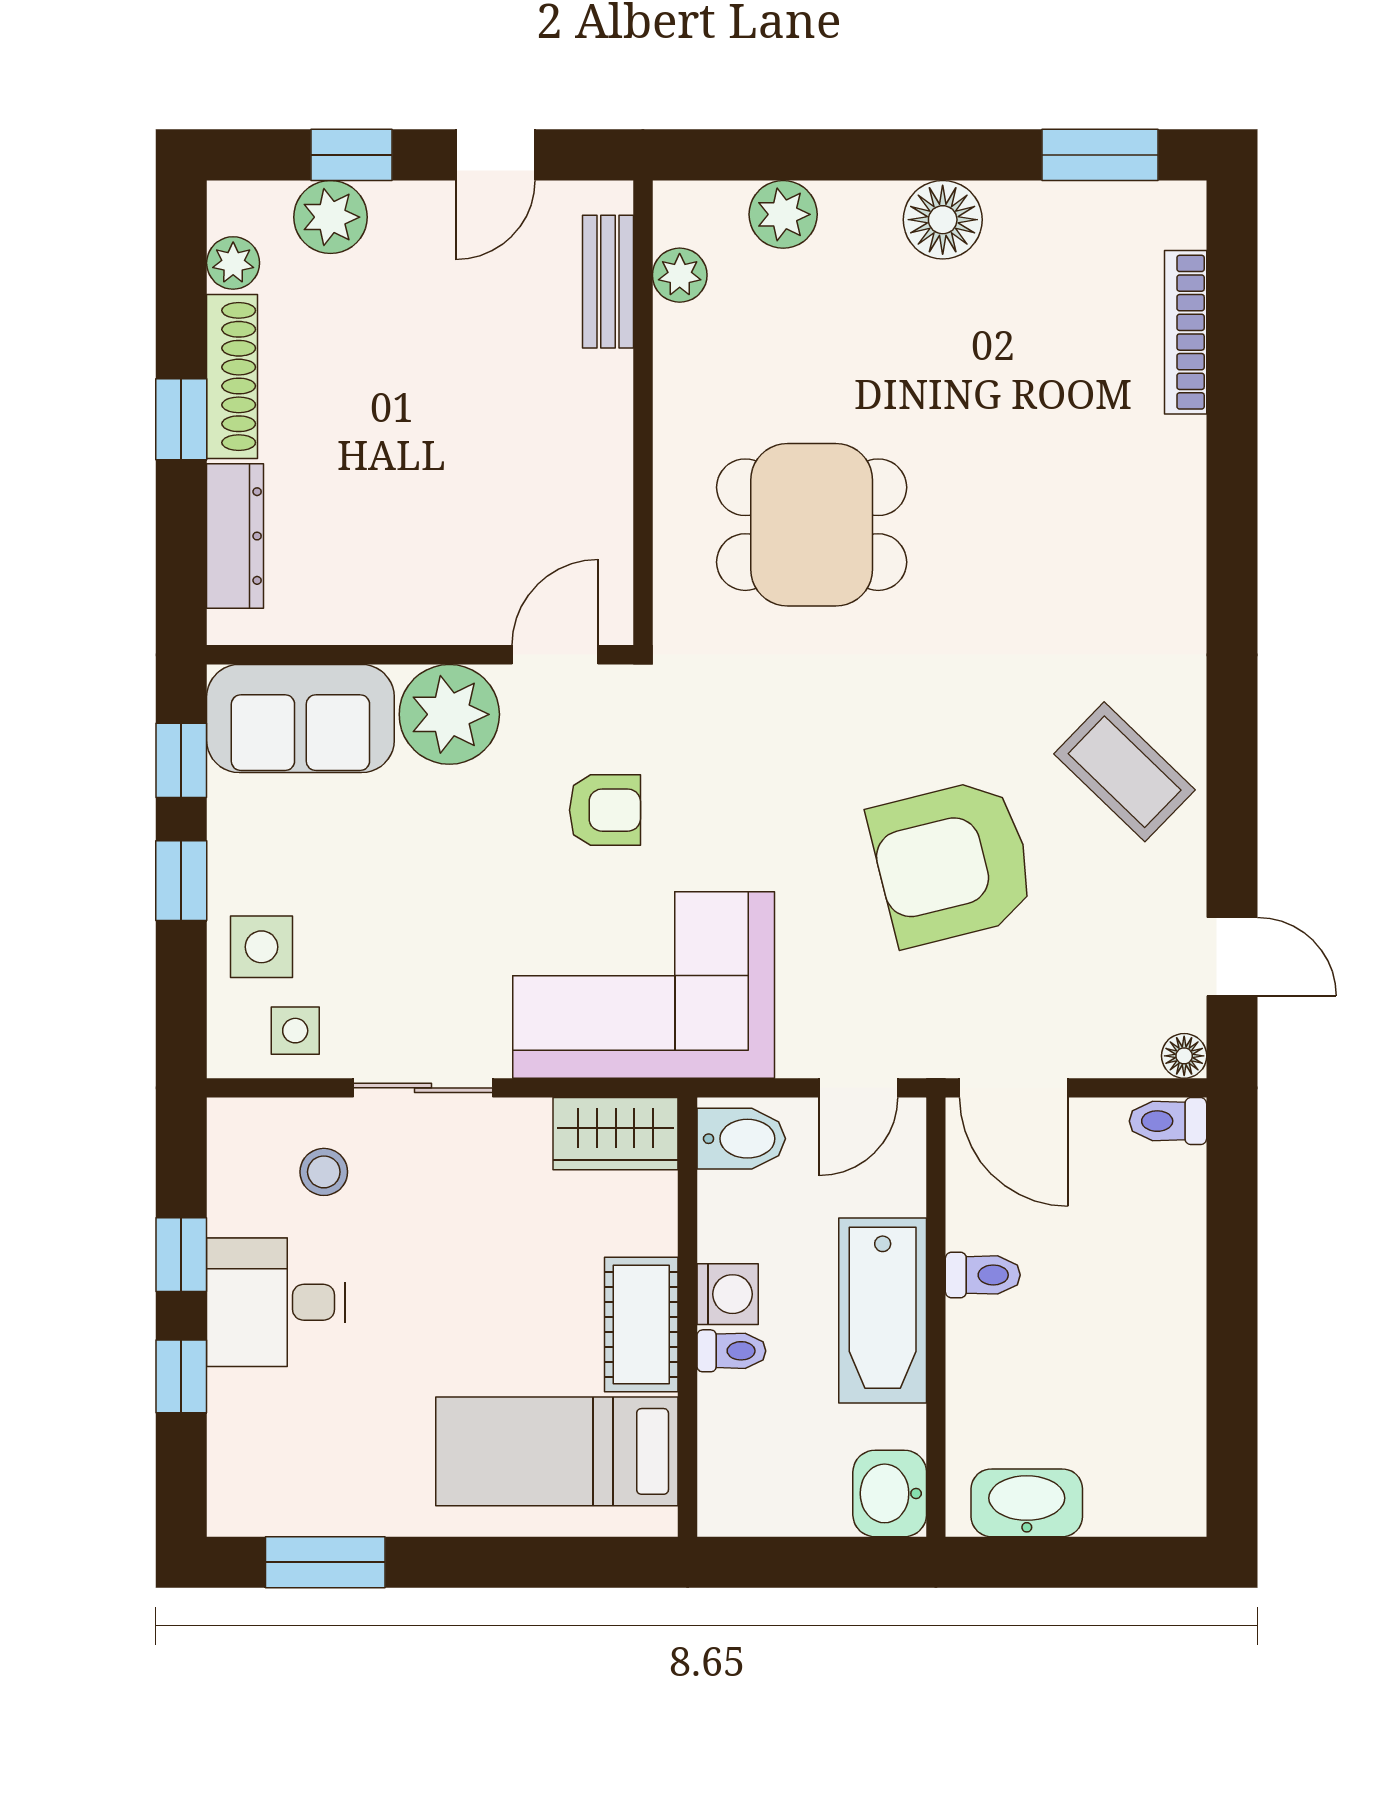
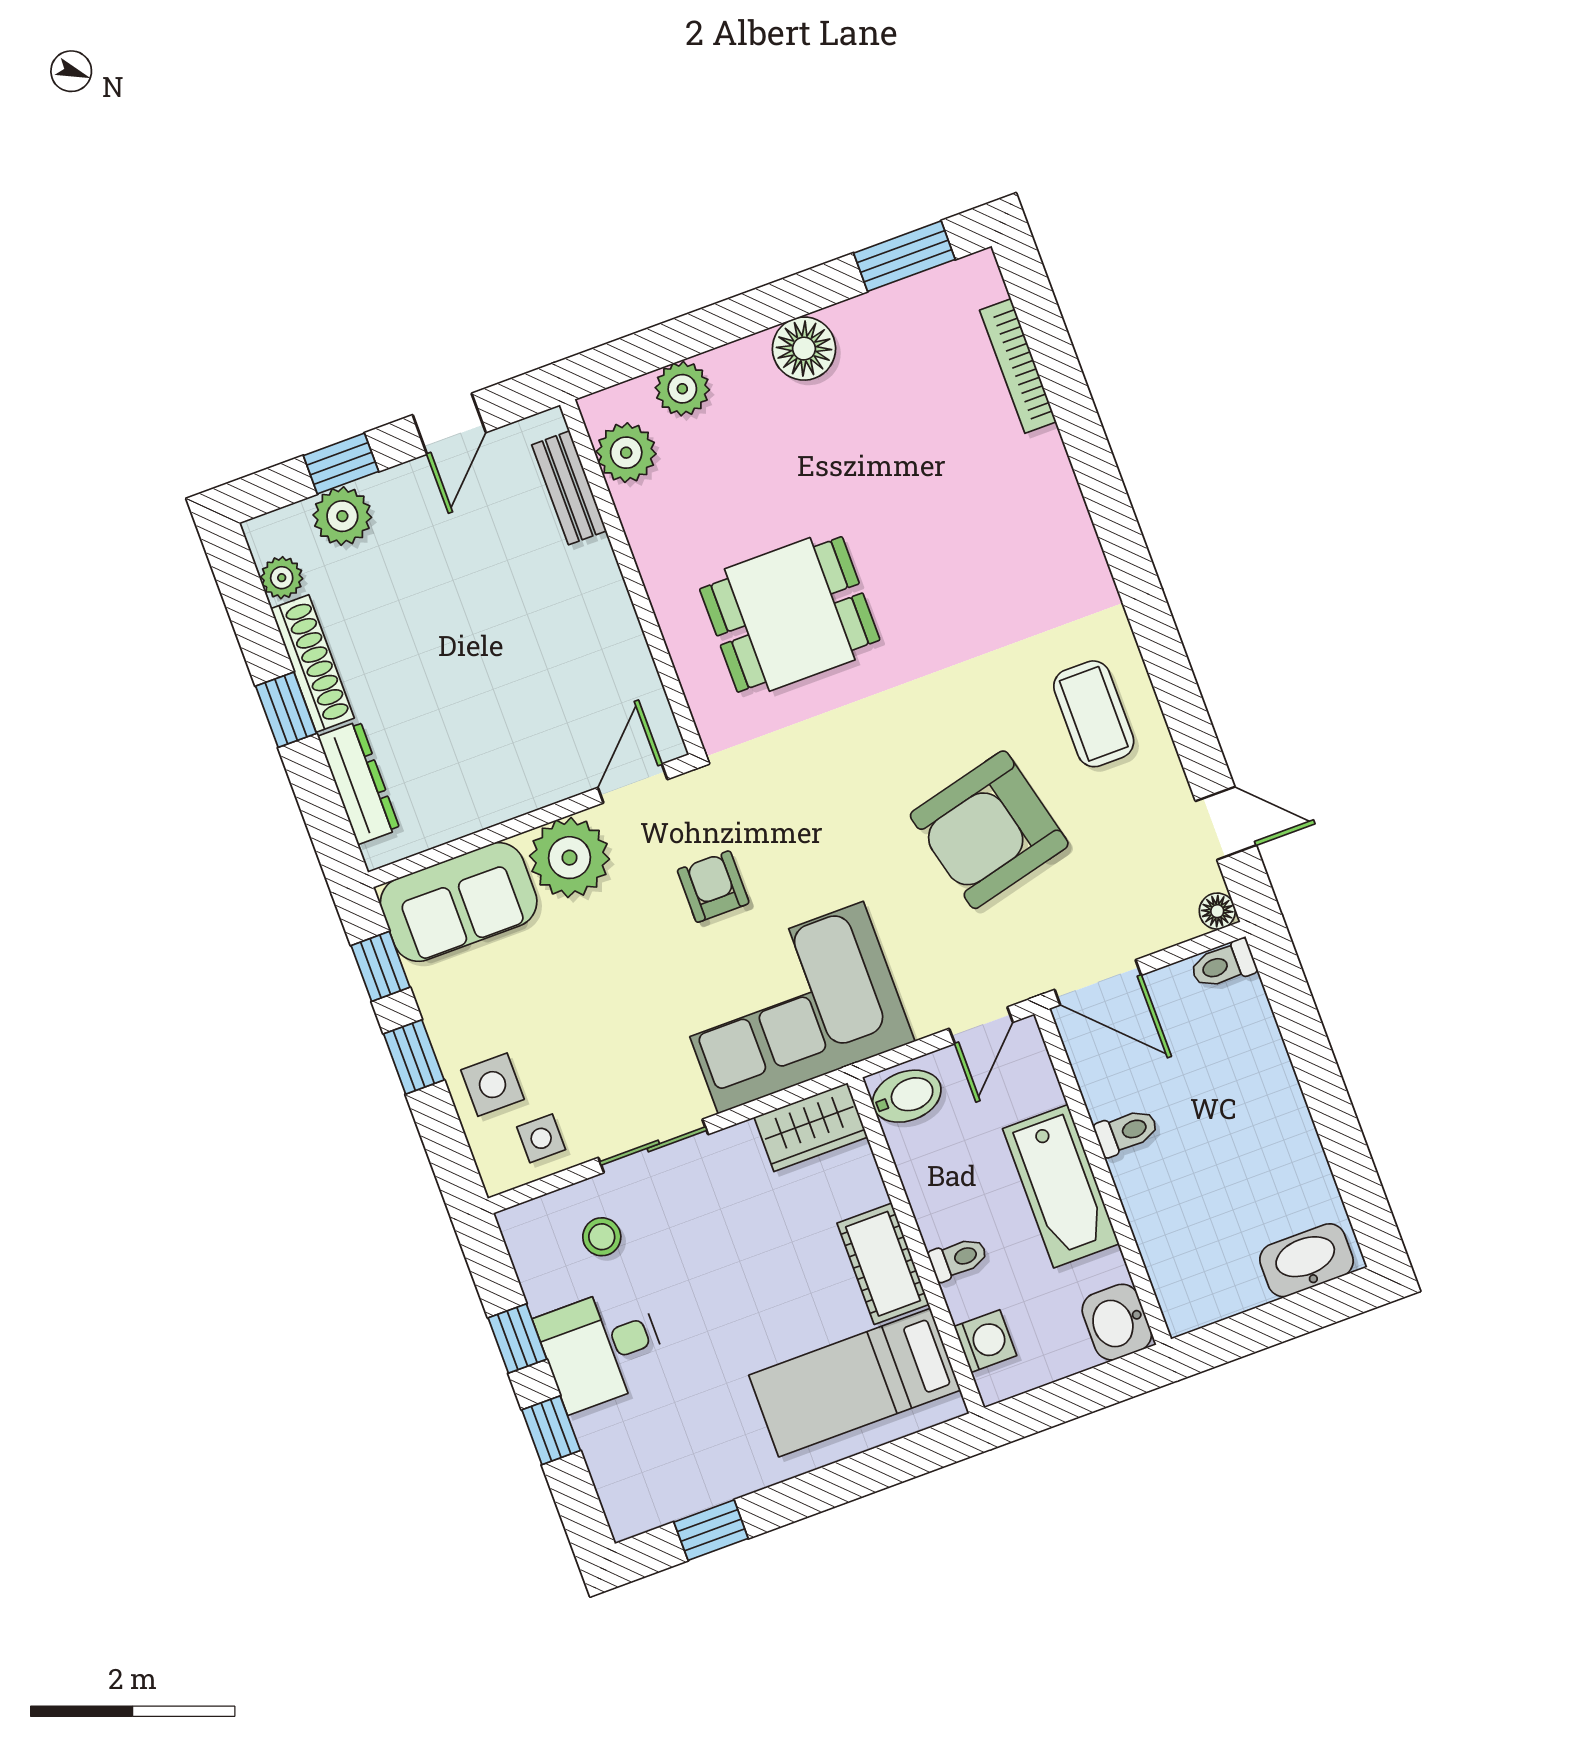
plant: (680, 275) -> (626, 453), width x1.38, depth x1.38
coffee table: (1125, 772) -> (1094, 714), turned 46
armchair: (605, 810) -> (713, 887), turned -90
washing machine: (728, 1294) -> (985, 1341), moved
washbasin: (1027, 1503) -> (1307, 1260), moved
window: (325, 1562) -> (711, 1530), width x0.67

